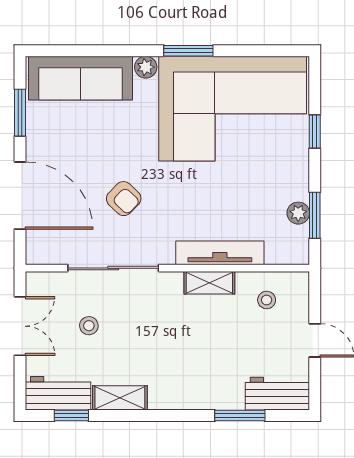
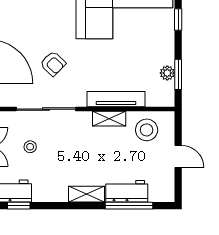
stool: (267, 300) -> (147, 130), width x1.89, depth x1.89
workbench: (277, 394) -> (127, 191), moved
shelving: (120, 398) -> (87, 194), moved
window: (240, 415) -> (129, 206), width x1.44

